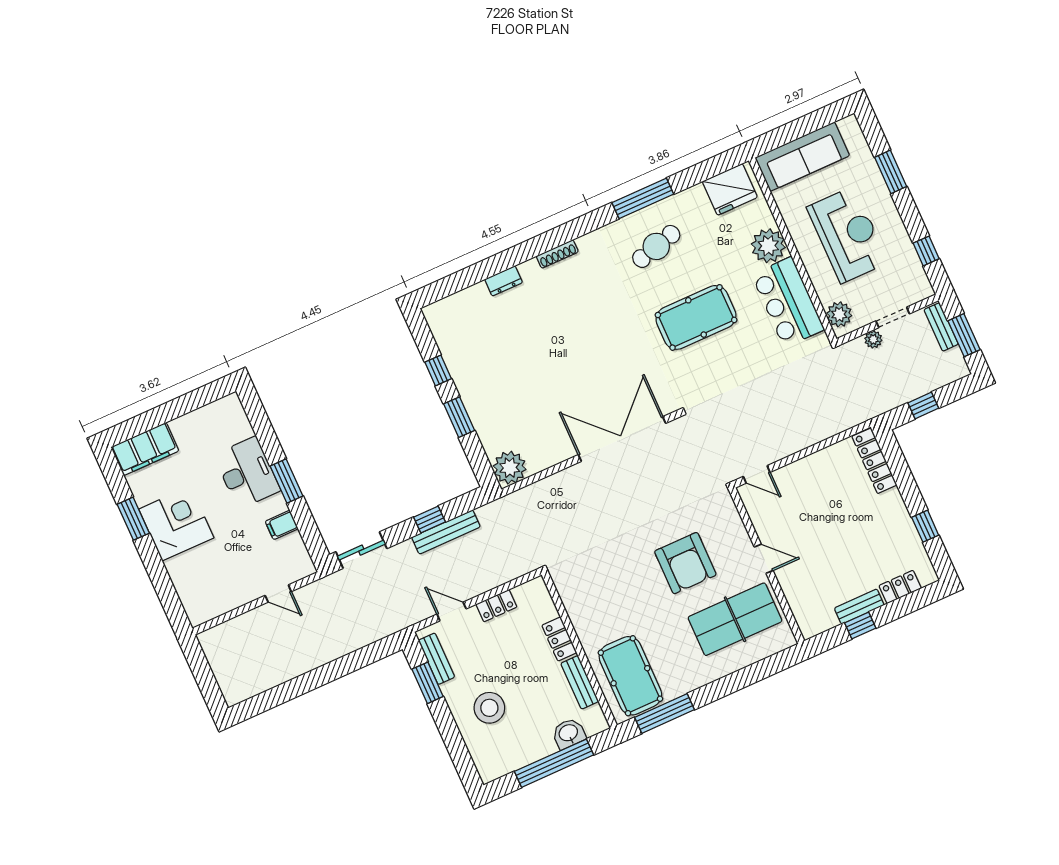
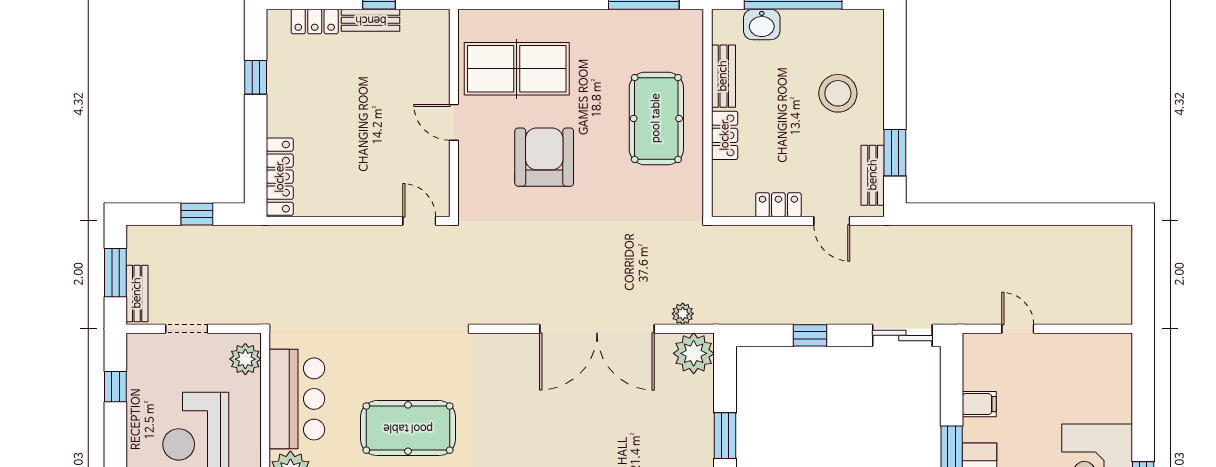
plant: (873, 339) -> (683, 314), moved
double door: (622, 439) -> (597, 329), moved
bench: (446, 532) -> (798, 313), removed
pool table: (630, 676) -> (656, 118), moved

